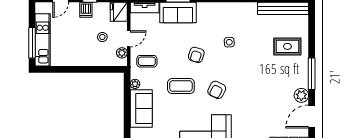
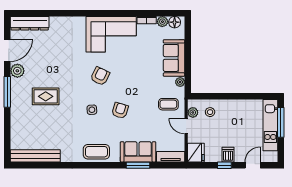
stool: (102, 37) -> (210, 112), moved
door: (129, 39) -> (186, 126), hinge flipped
side table: (229, 42) -> (92, 110), moved
rug: (287, 46) -> (46, 96), moved
coffee table: (181, 86) -> (96, 152), moved

